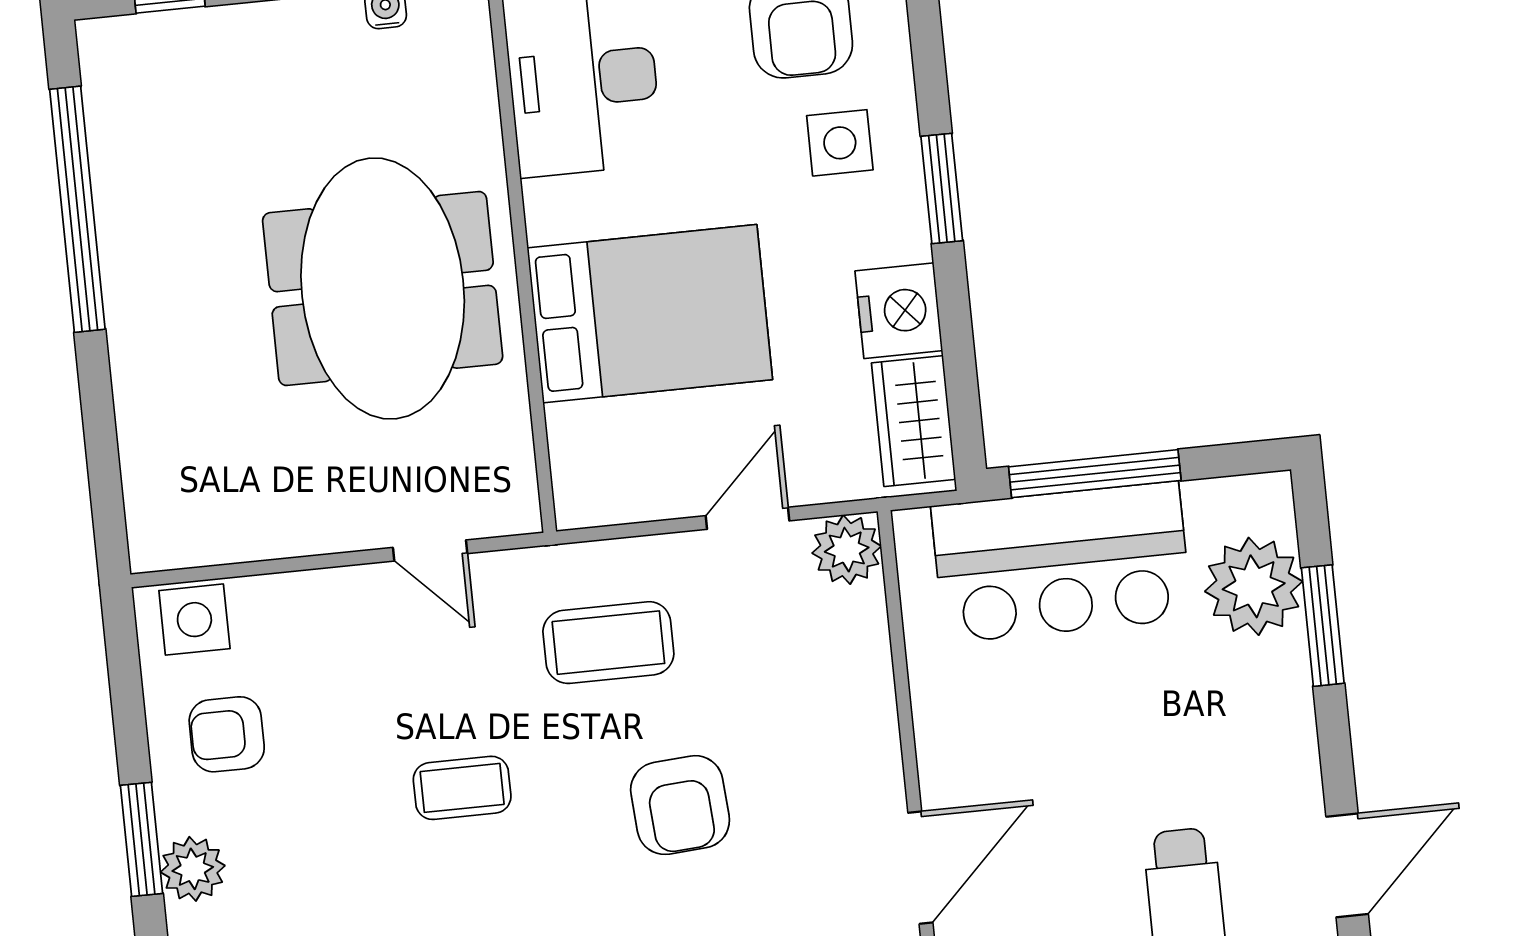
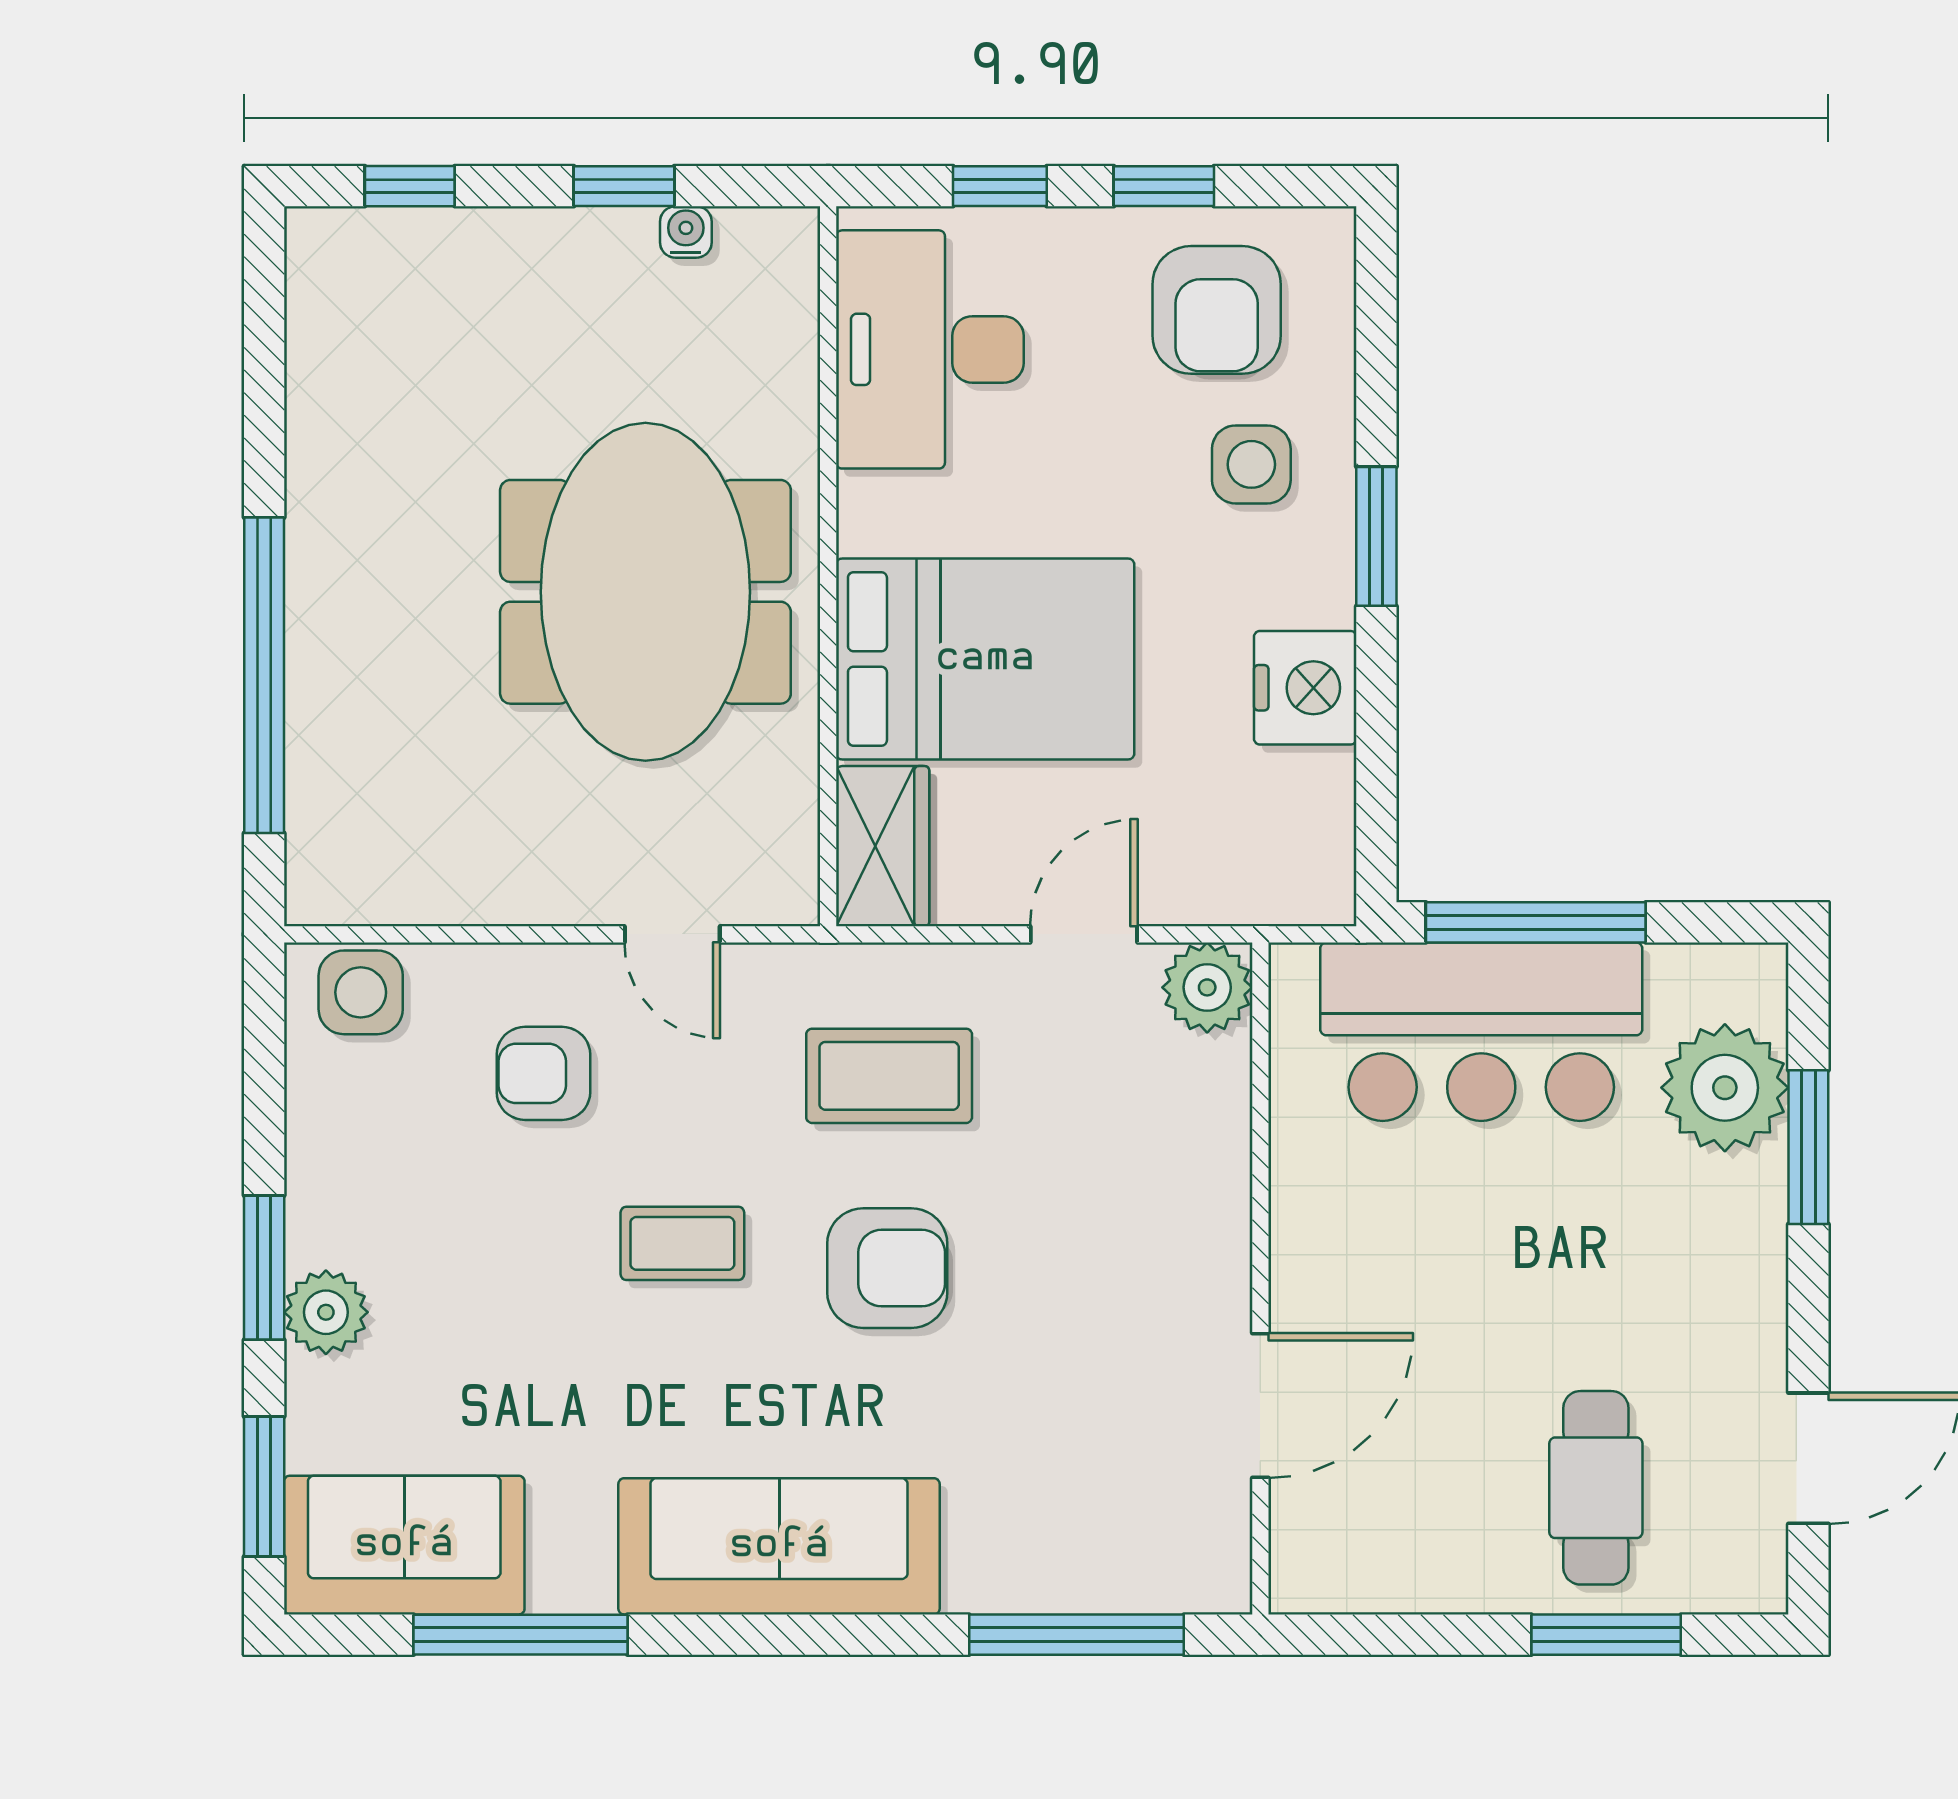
window: (77, 209) -> (264, 675), moved
wardrobe: (914, 421) -> (883, 846), moved, turned 180
armchair: (227, 734) -> (543, 1073), moved
armchair: (680, 805) -> (887, 1268), moved, turned -86

